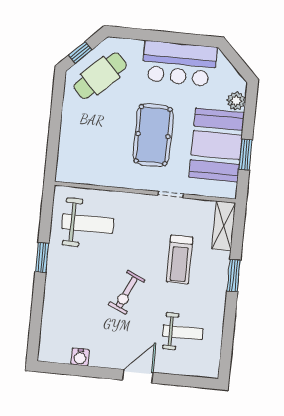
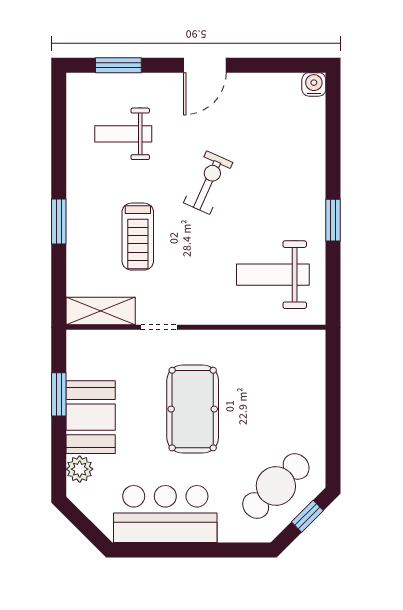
booth: (217, 145) -> (91, 417), width x0.73, depth x0.70
shelving: (224, 226) -> (101, 311), moved, turned 90
treadmill: (180, 259) -> (138, 237), turned 180
water cooler: (80, 357) -> (314, 84), moved
door: (138, 376) -> (205, 65), moved
window: (181, 381) -> (118, 65), added

